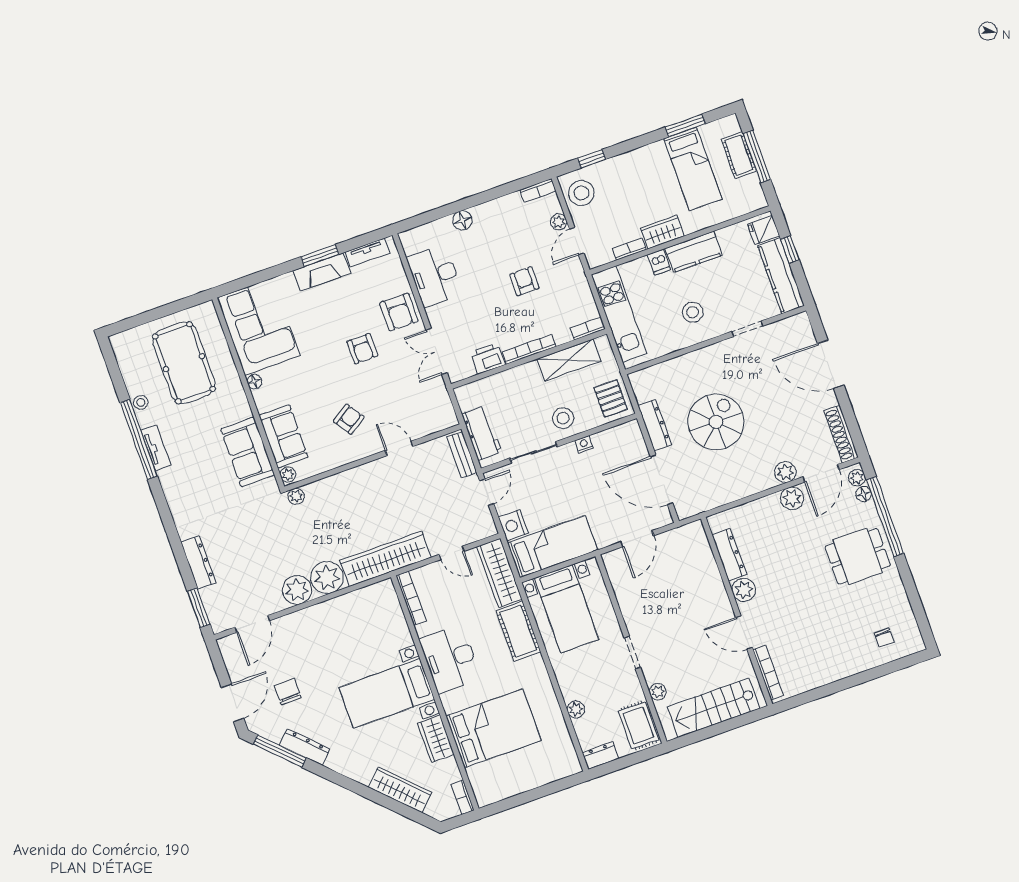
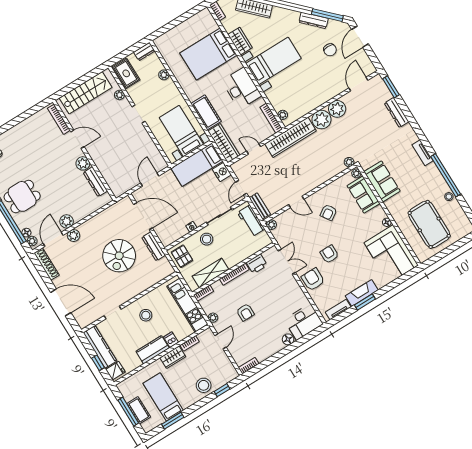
stool: (581, 193) -> (204, 385), moved
plant: (559, 222) -> (213, 318), moved
desk: (435, 276) -> (303, 322), moved, turned 90
plant: (449, 419) -> (271, 225), added
tv unit: (156, 448) -> (423, 153), moved
plant: (390, 599) -> (283, 115), added

